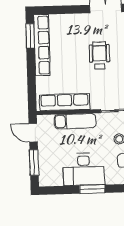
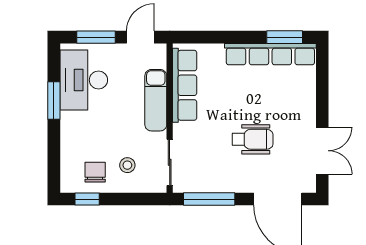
desk: (84, 169) -> (84, 80), moved
window: (92, 189) -> (54, 100), moved

